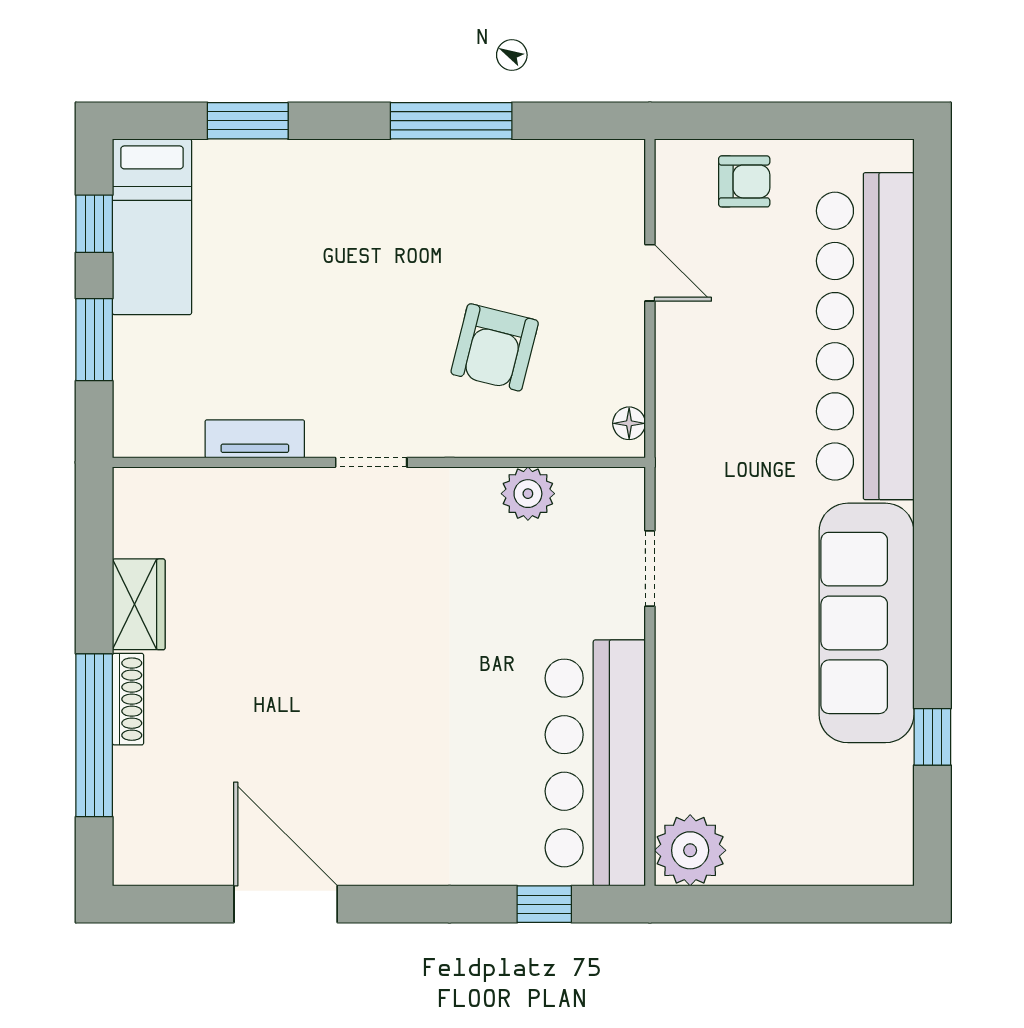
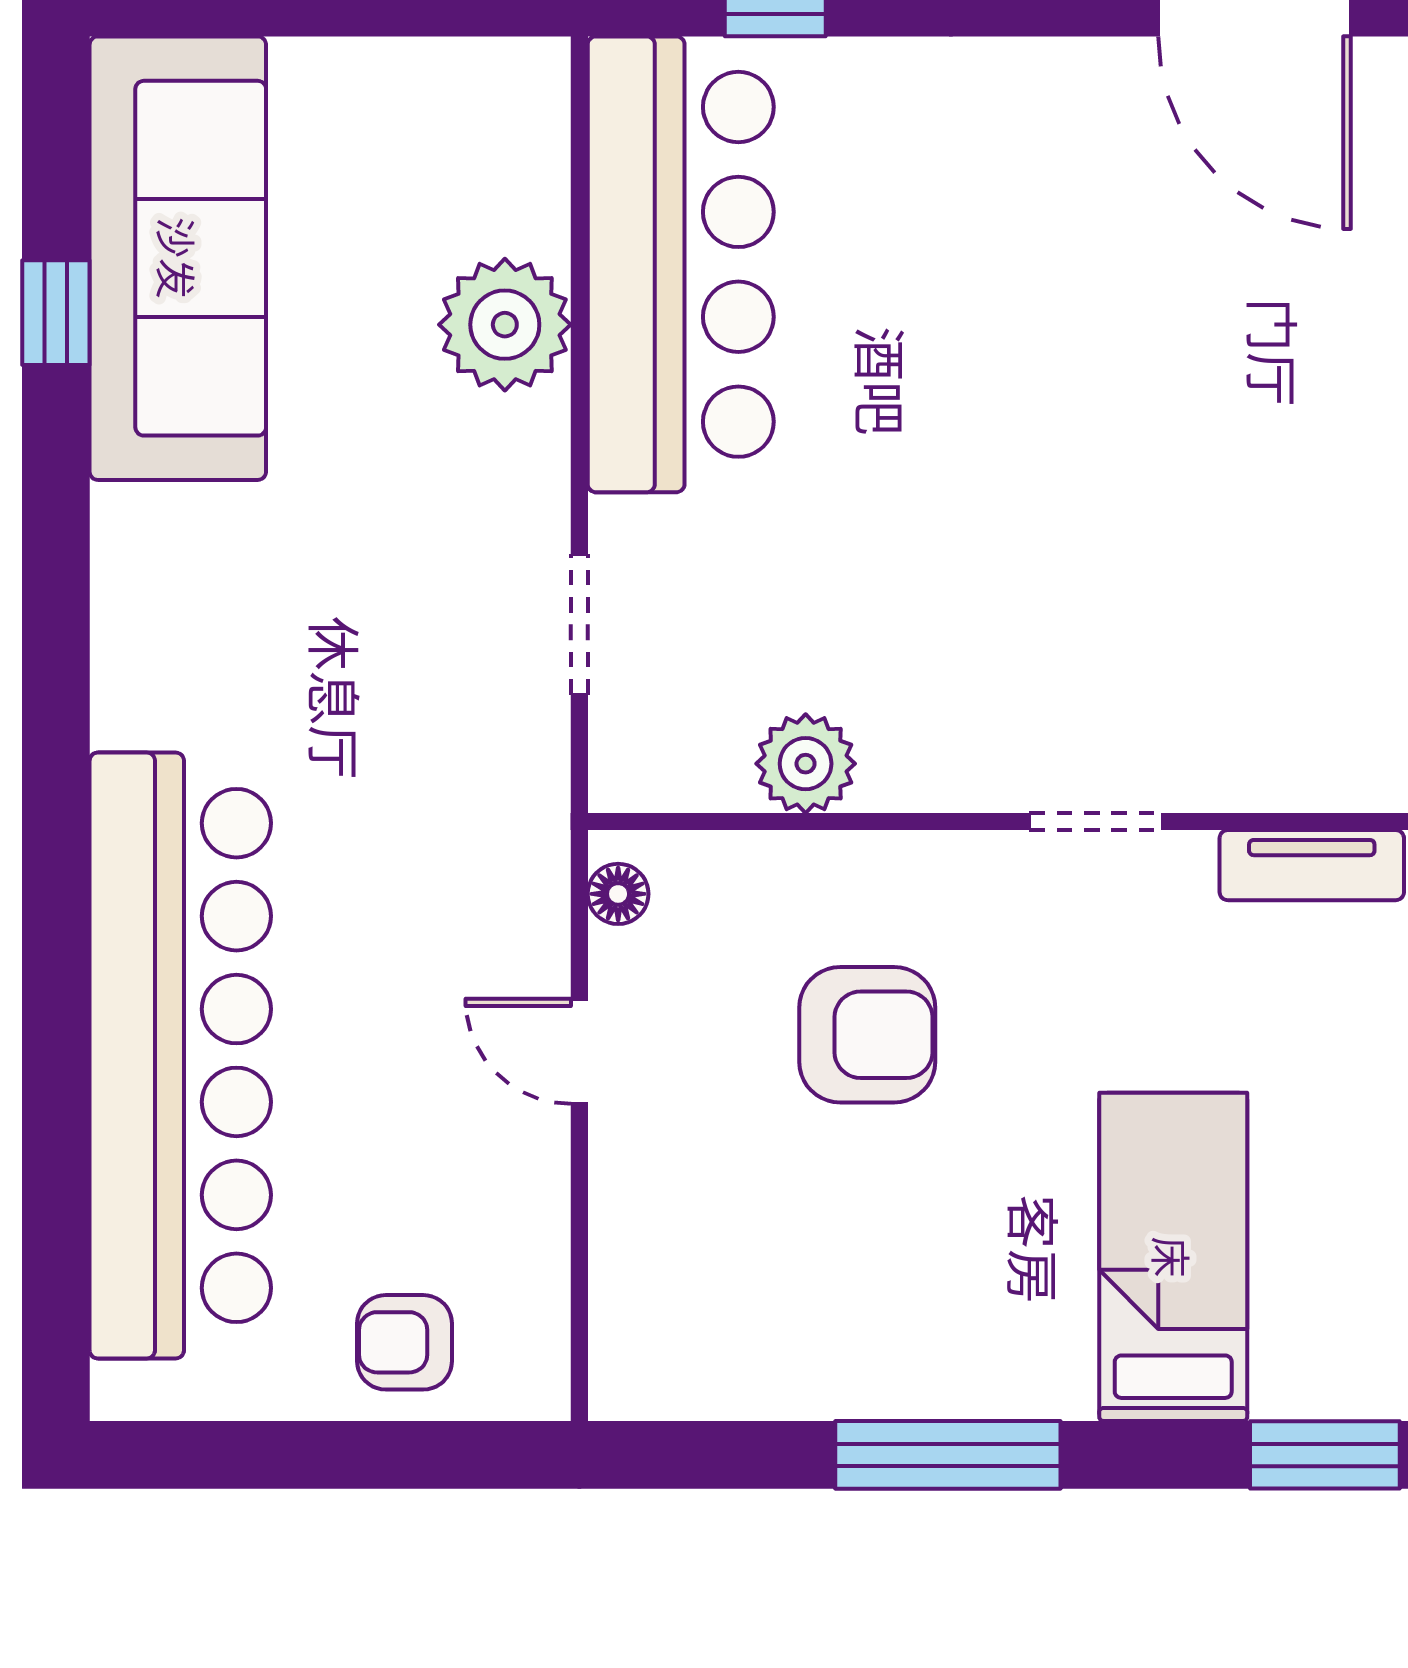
bed: (330, 228) -> (1173, 1257), added
door: (650, 273) -> (579, 1051), moved
armchair: (495, 347) -> (867, 1035), turned 76
sofa: (867, 623) -> (178, 258), moved
plant: (690, 850) -> (505, 325), moved

